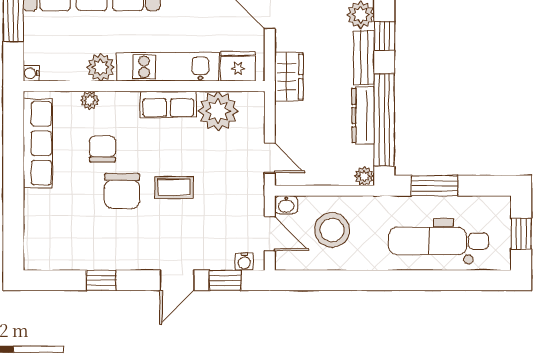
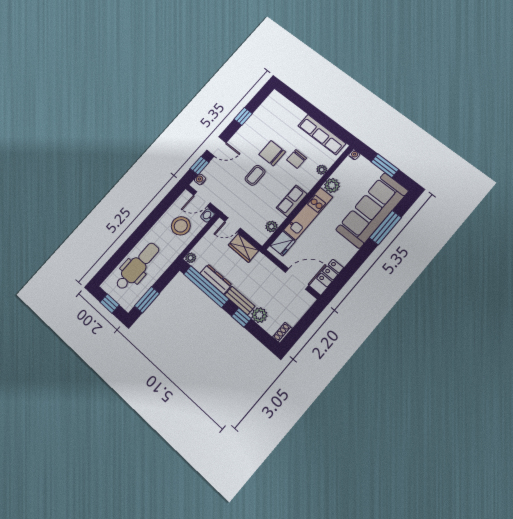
wardrobe: (289, 77) -> (243, 248), moved
plant: (218, 111) -> (271, 227), width x0.53, depth x0.53
chair: (102, 149) -> (297, 159), turned 91
window: (434, 186) -> (147, 300), moved
door: (177, 280) -> (217, 146), swing flipped

